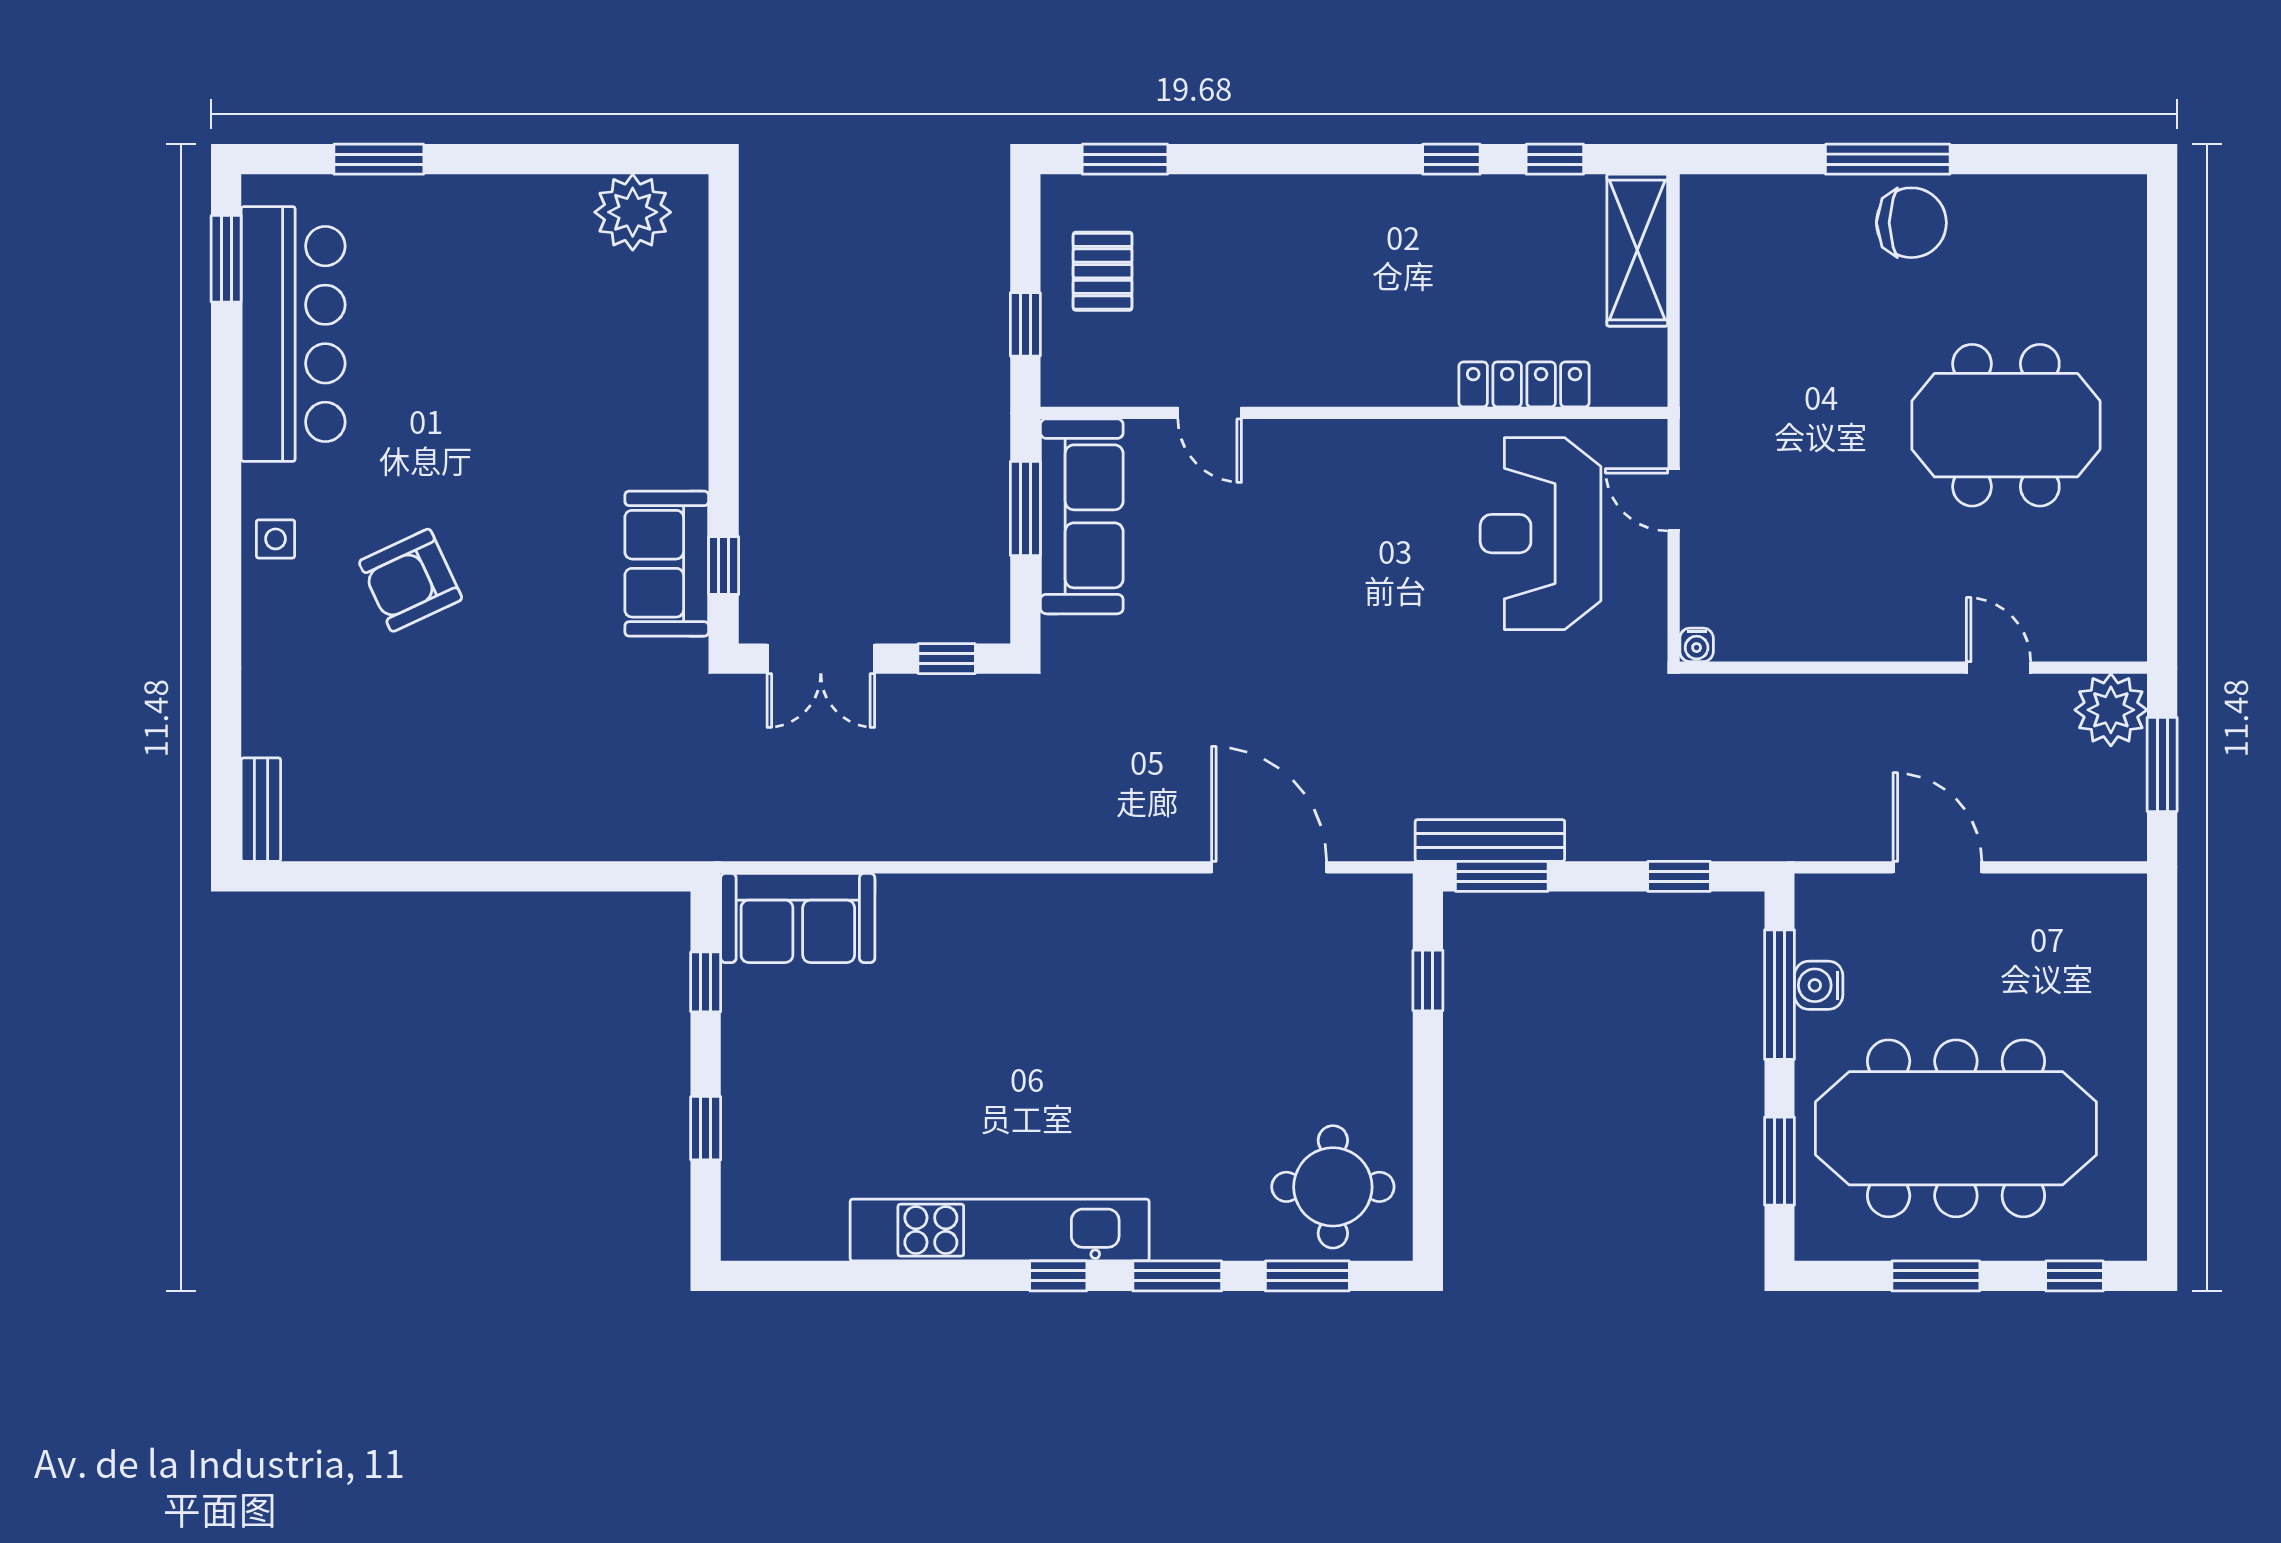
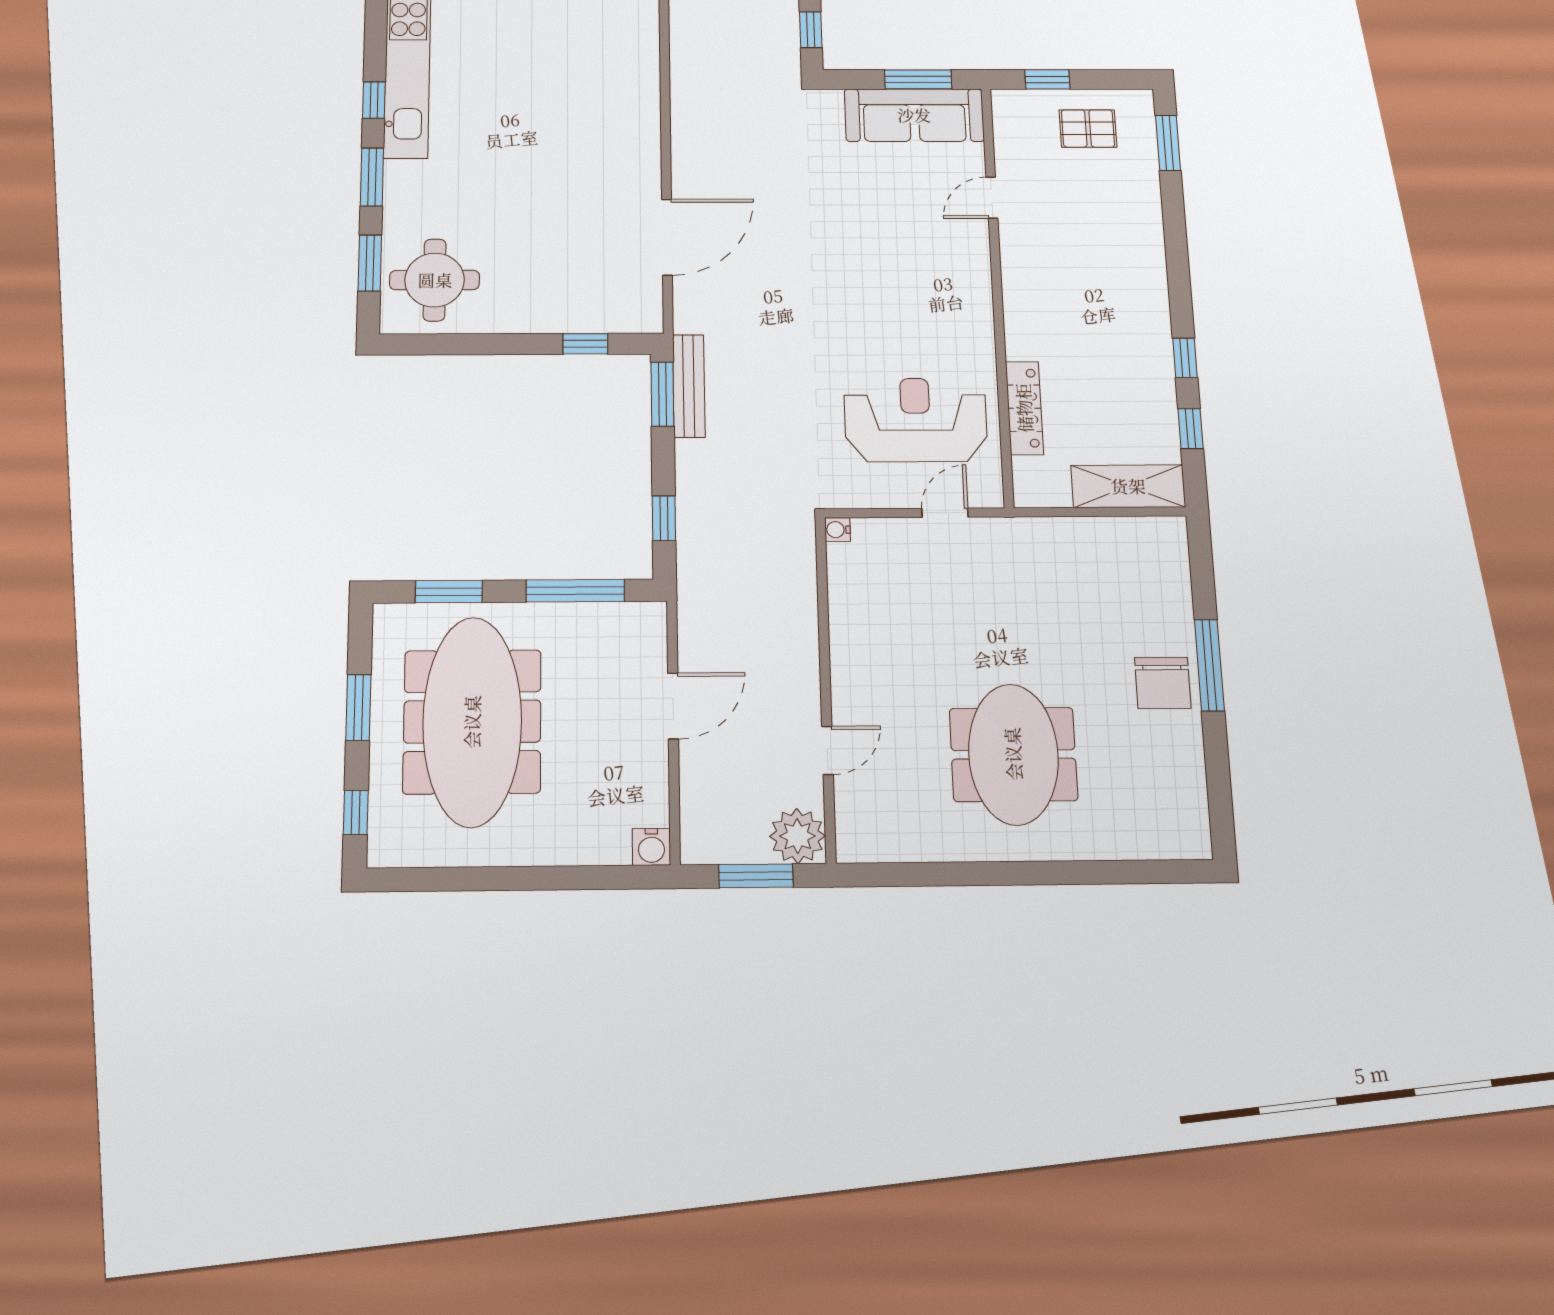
water cooler: (1819, 985) -> (651, 847), moved, turned 180

